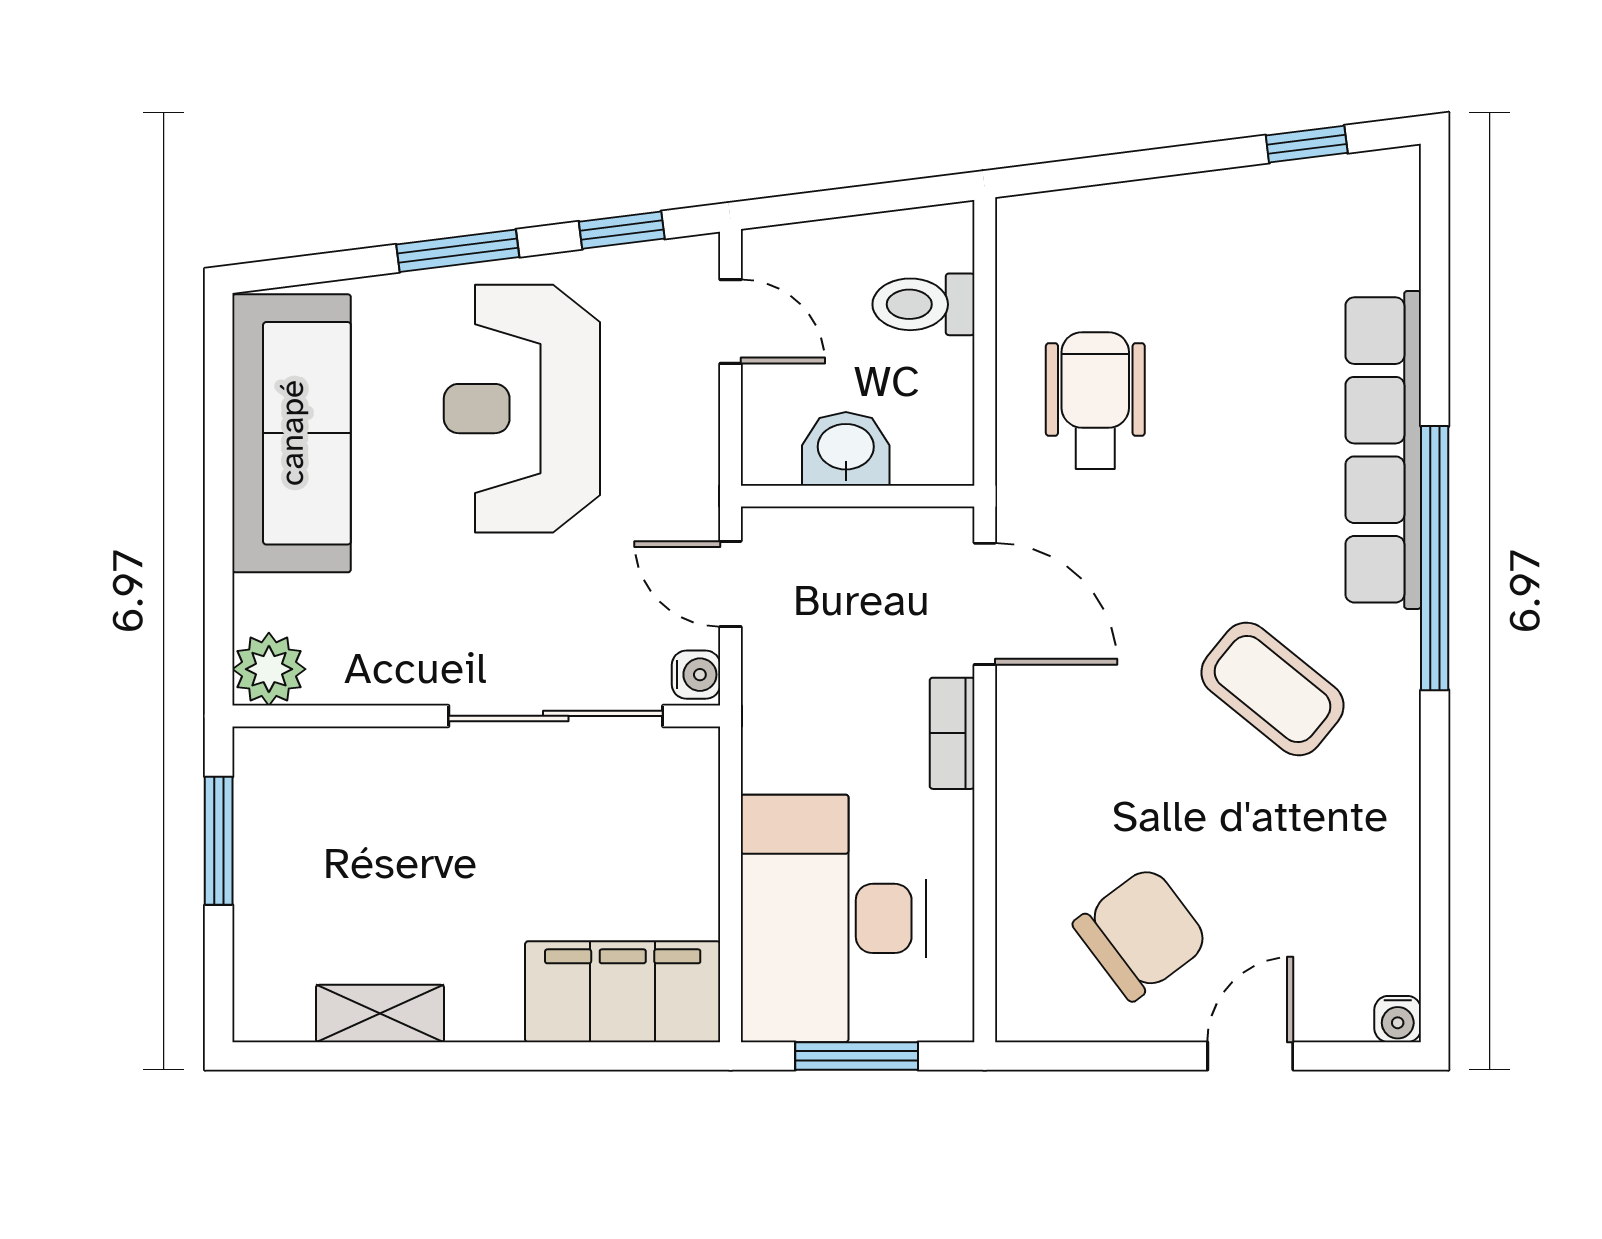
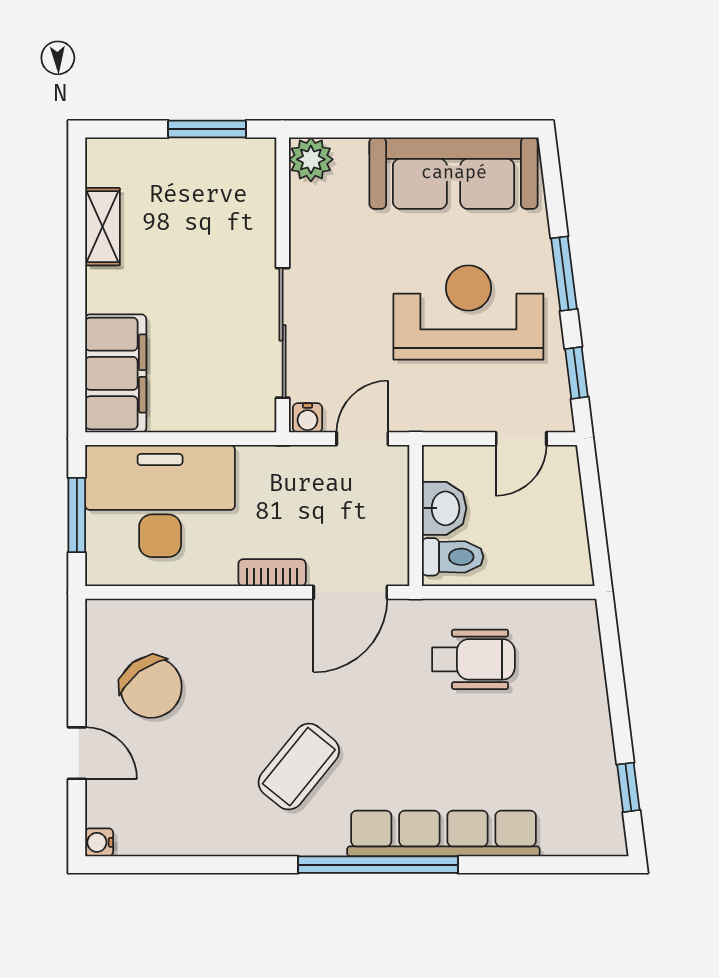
toilet: (923, 304) -> (453, 557), moved, turned 90

